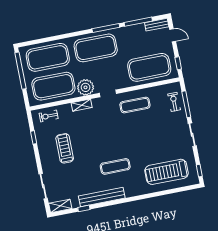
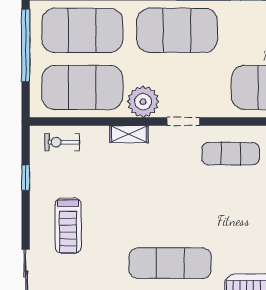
treadmill: (65, 148) -> (68, 226), moved, turned 180
exercise mat: (115, 166) -> (170, 263), width x1.36, depth x1.45

